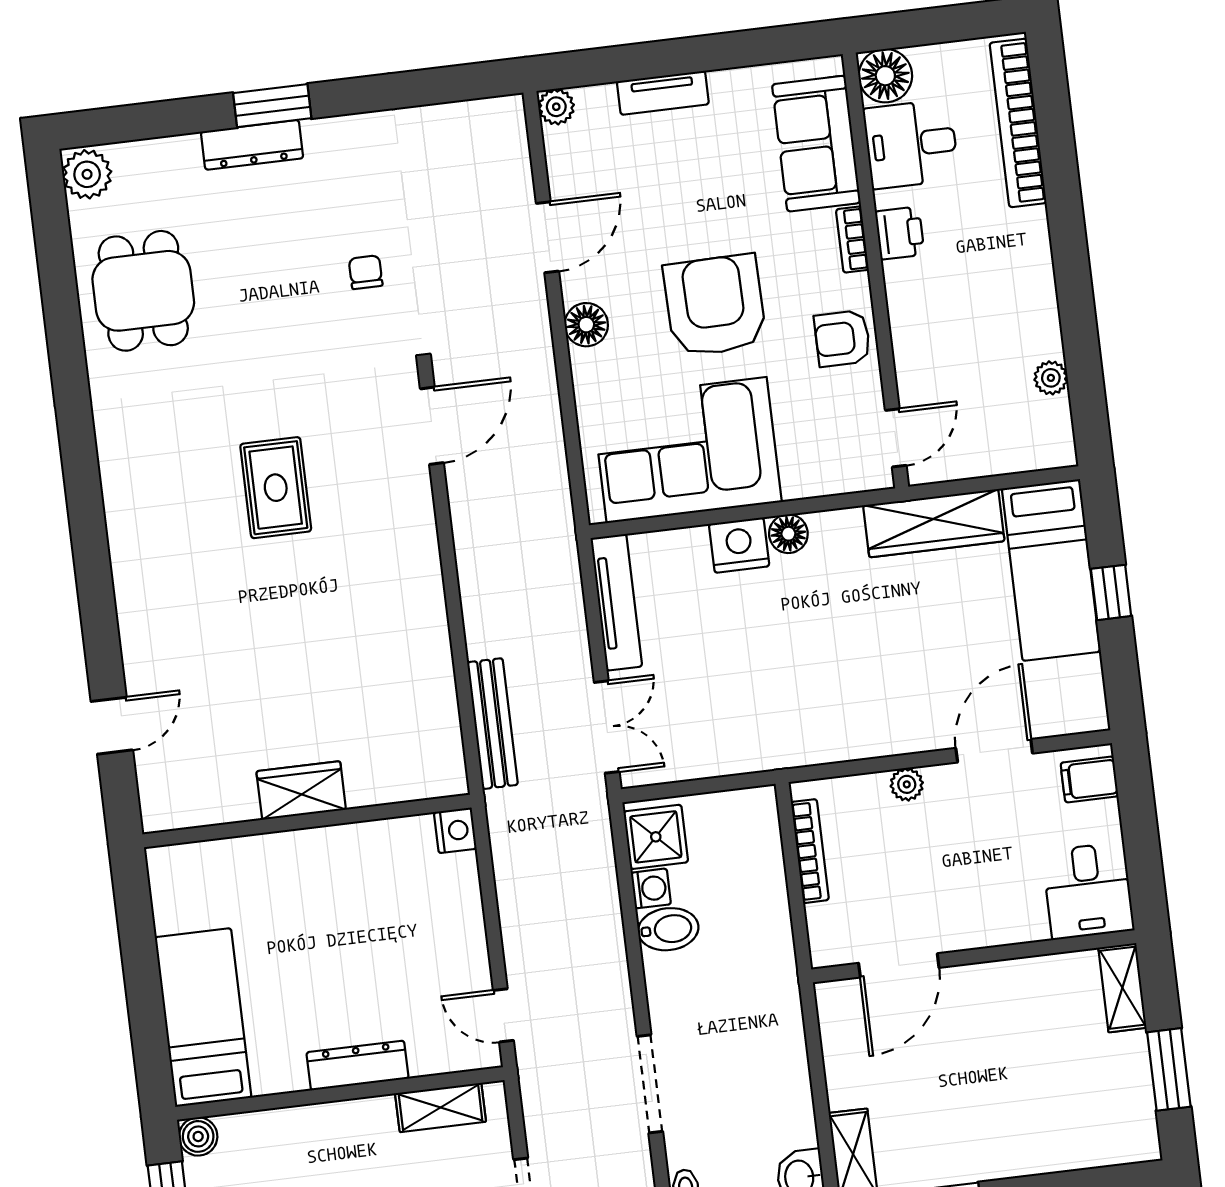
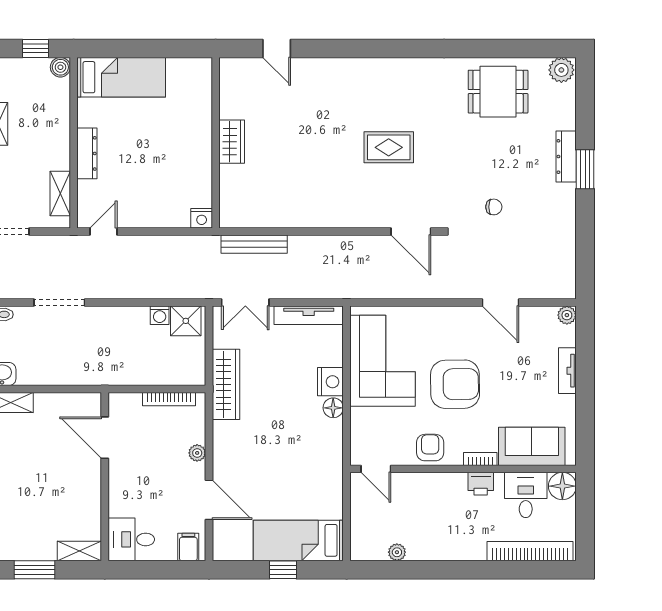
floor lamp: (586, 325) -> (453, 317), removed
wardrobe: (934, 523) -> (226, 384), moved, turned 180
bidet: (668, 929) -> (138, 321), removed

